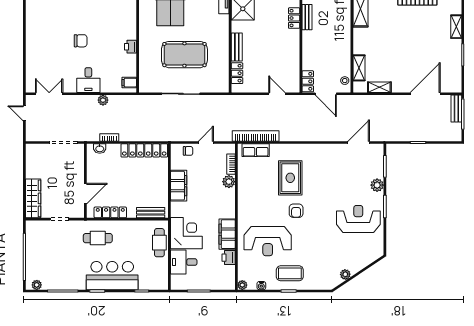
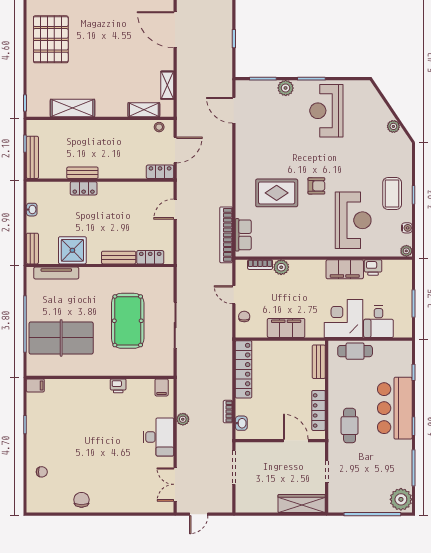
chair: (81, 41) -> (81, 500), moved
desk: (88, 80) -> (159, 437), width x1.37
plant: (37, 285) -> (401, 499), width x1.88, depth x1.88

